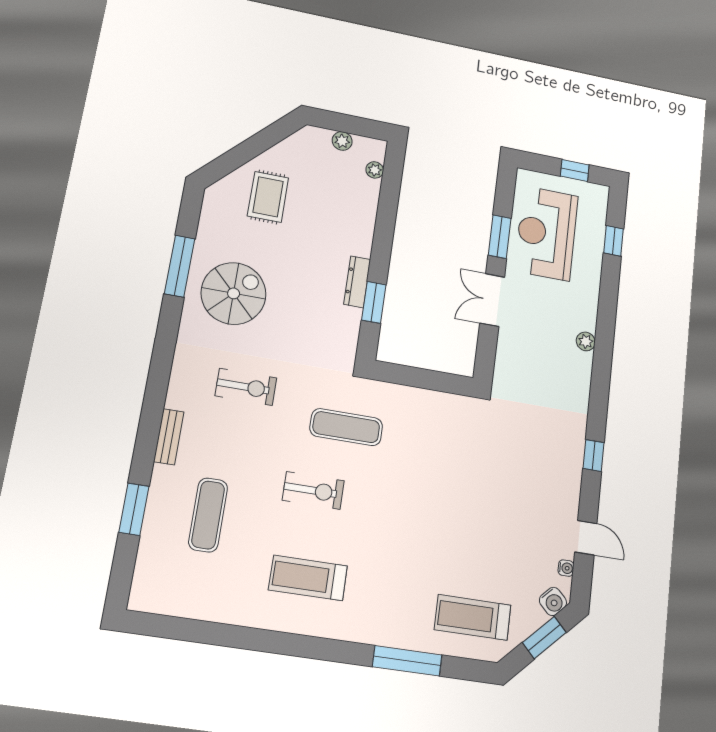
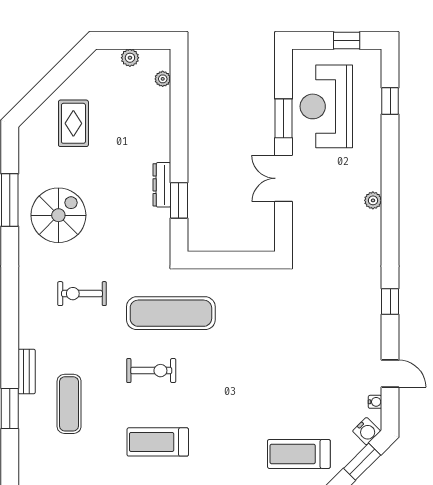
exercise bike: (246, 387) -> (82, 294), turned 180
exercise mat: (346, 427) -> (171, 313), width x1.36, depth x1.45
bench: (169, 437) -> (27, 371), moved

